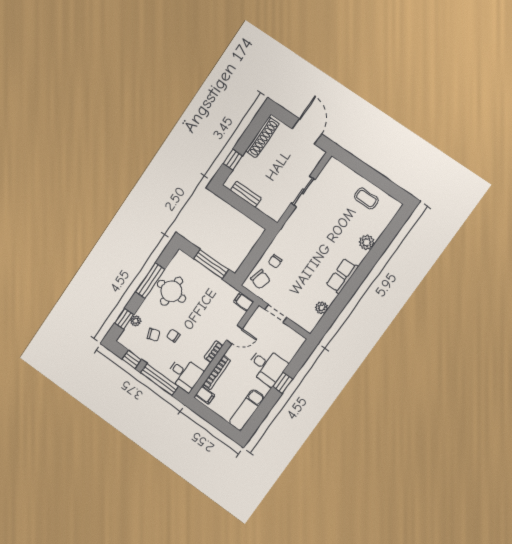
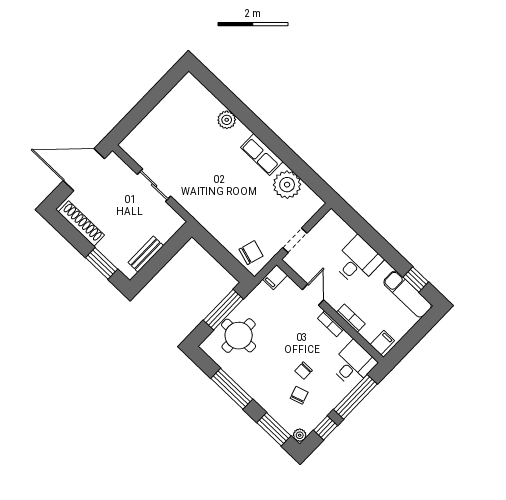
door: (307, 131) -> (84, 170), width x1.36
window: (233, 160) -> (102, 263), width x1.50
coffee table: (366, 198) -> (175, 112), removed
chair: (275, 261) -> (232, 231), removed
round table: (171, 291) -> (239, 336), moved
plant: (322, 308) -> (287, 185), width x1.87, depth x1.87
window: (124, 319) -> (274, 429), width x1.50
plant: (136, 321) -> (300, 435), moved
bookcase: (217, 373) -> (351, 318), width x0.64
window: (283, 383) -> (416, 279), moved

